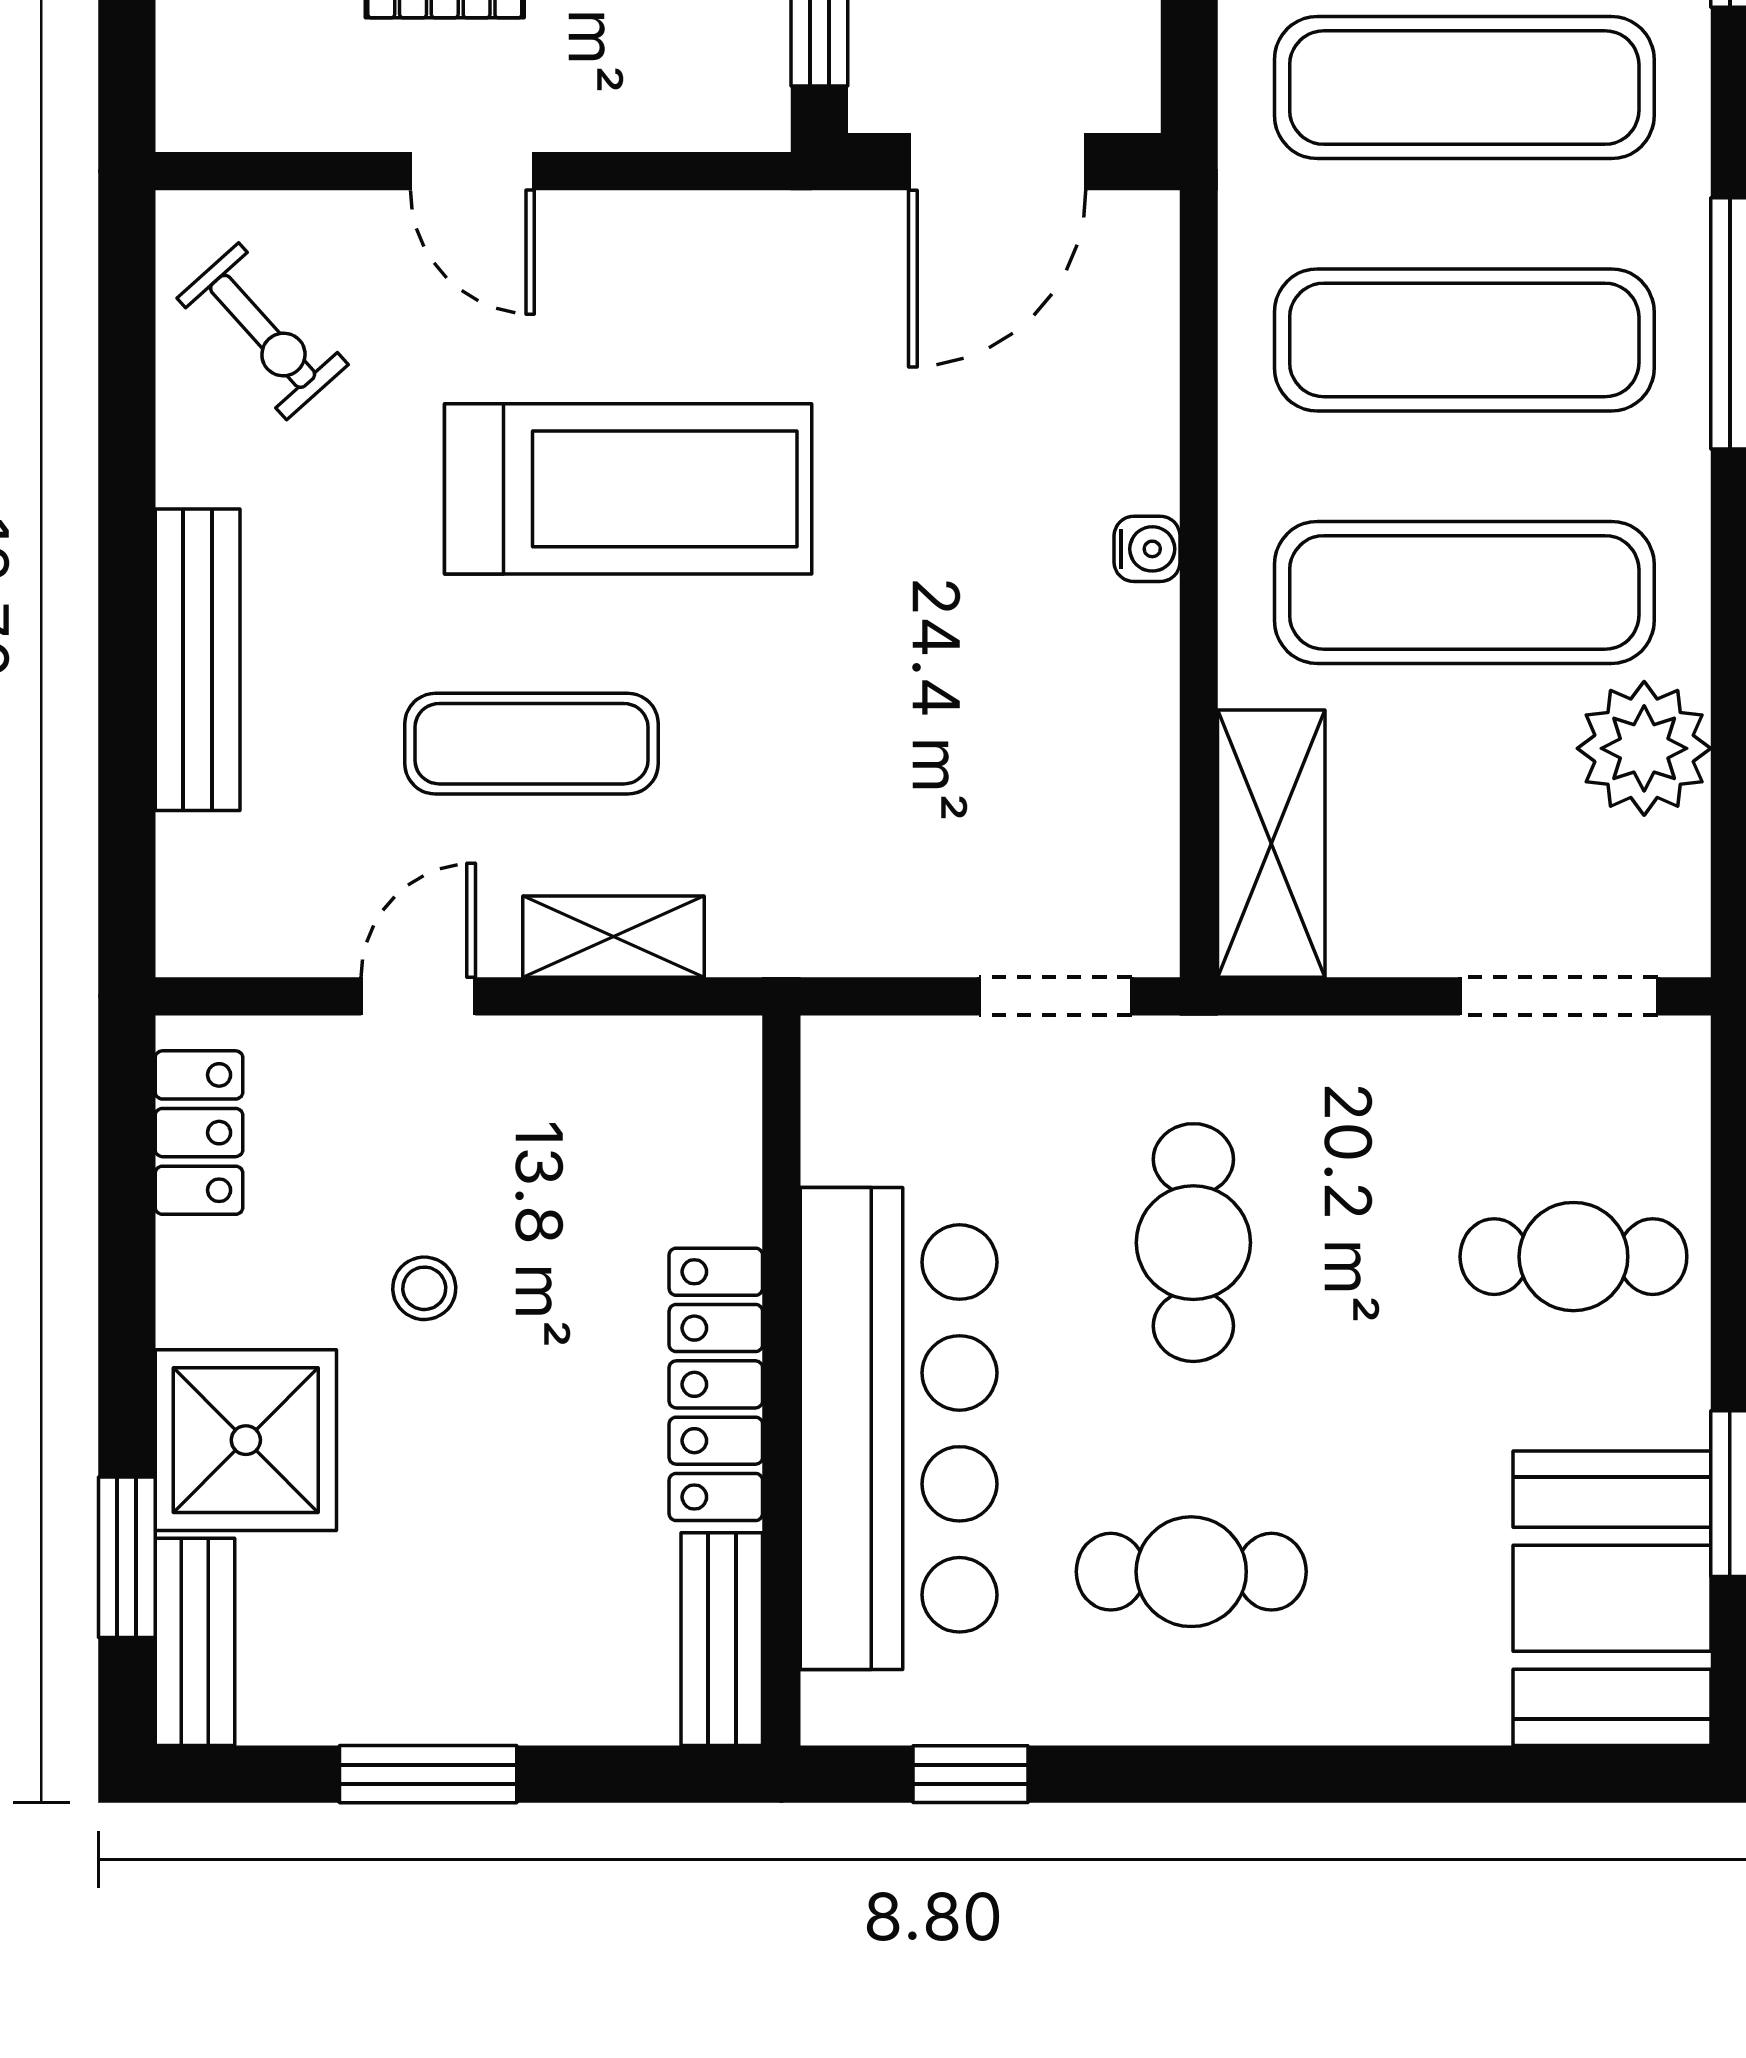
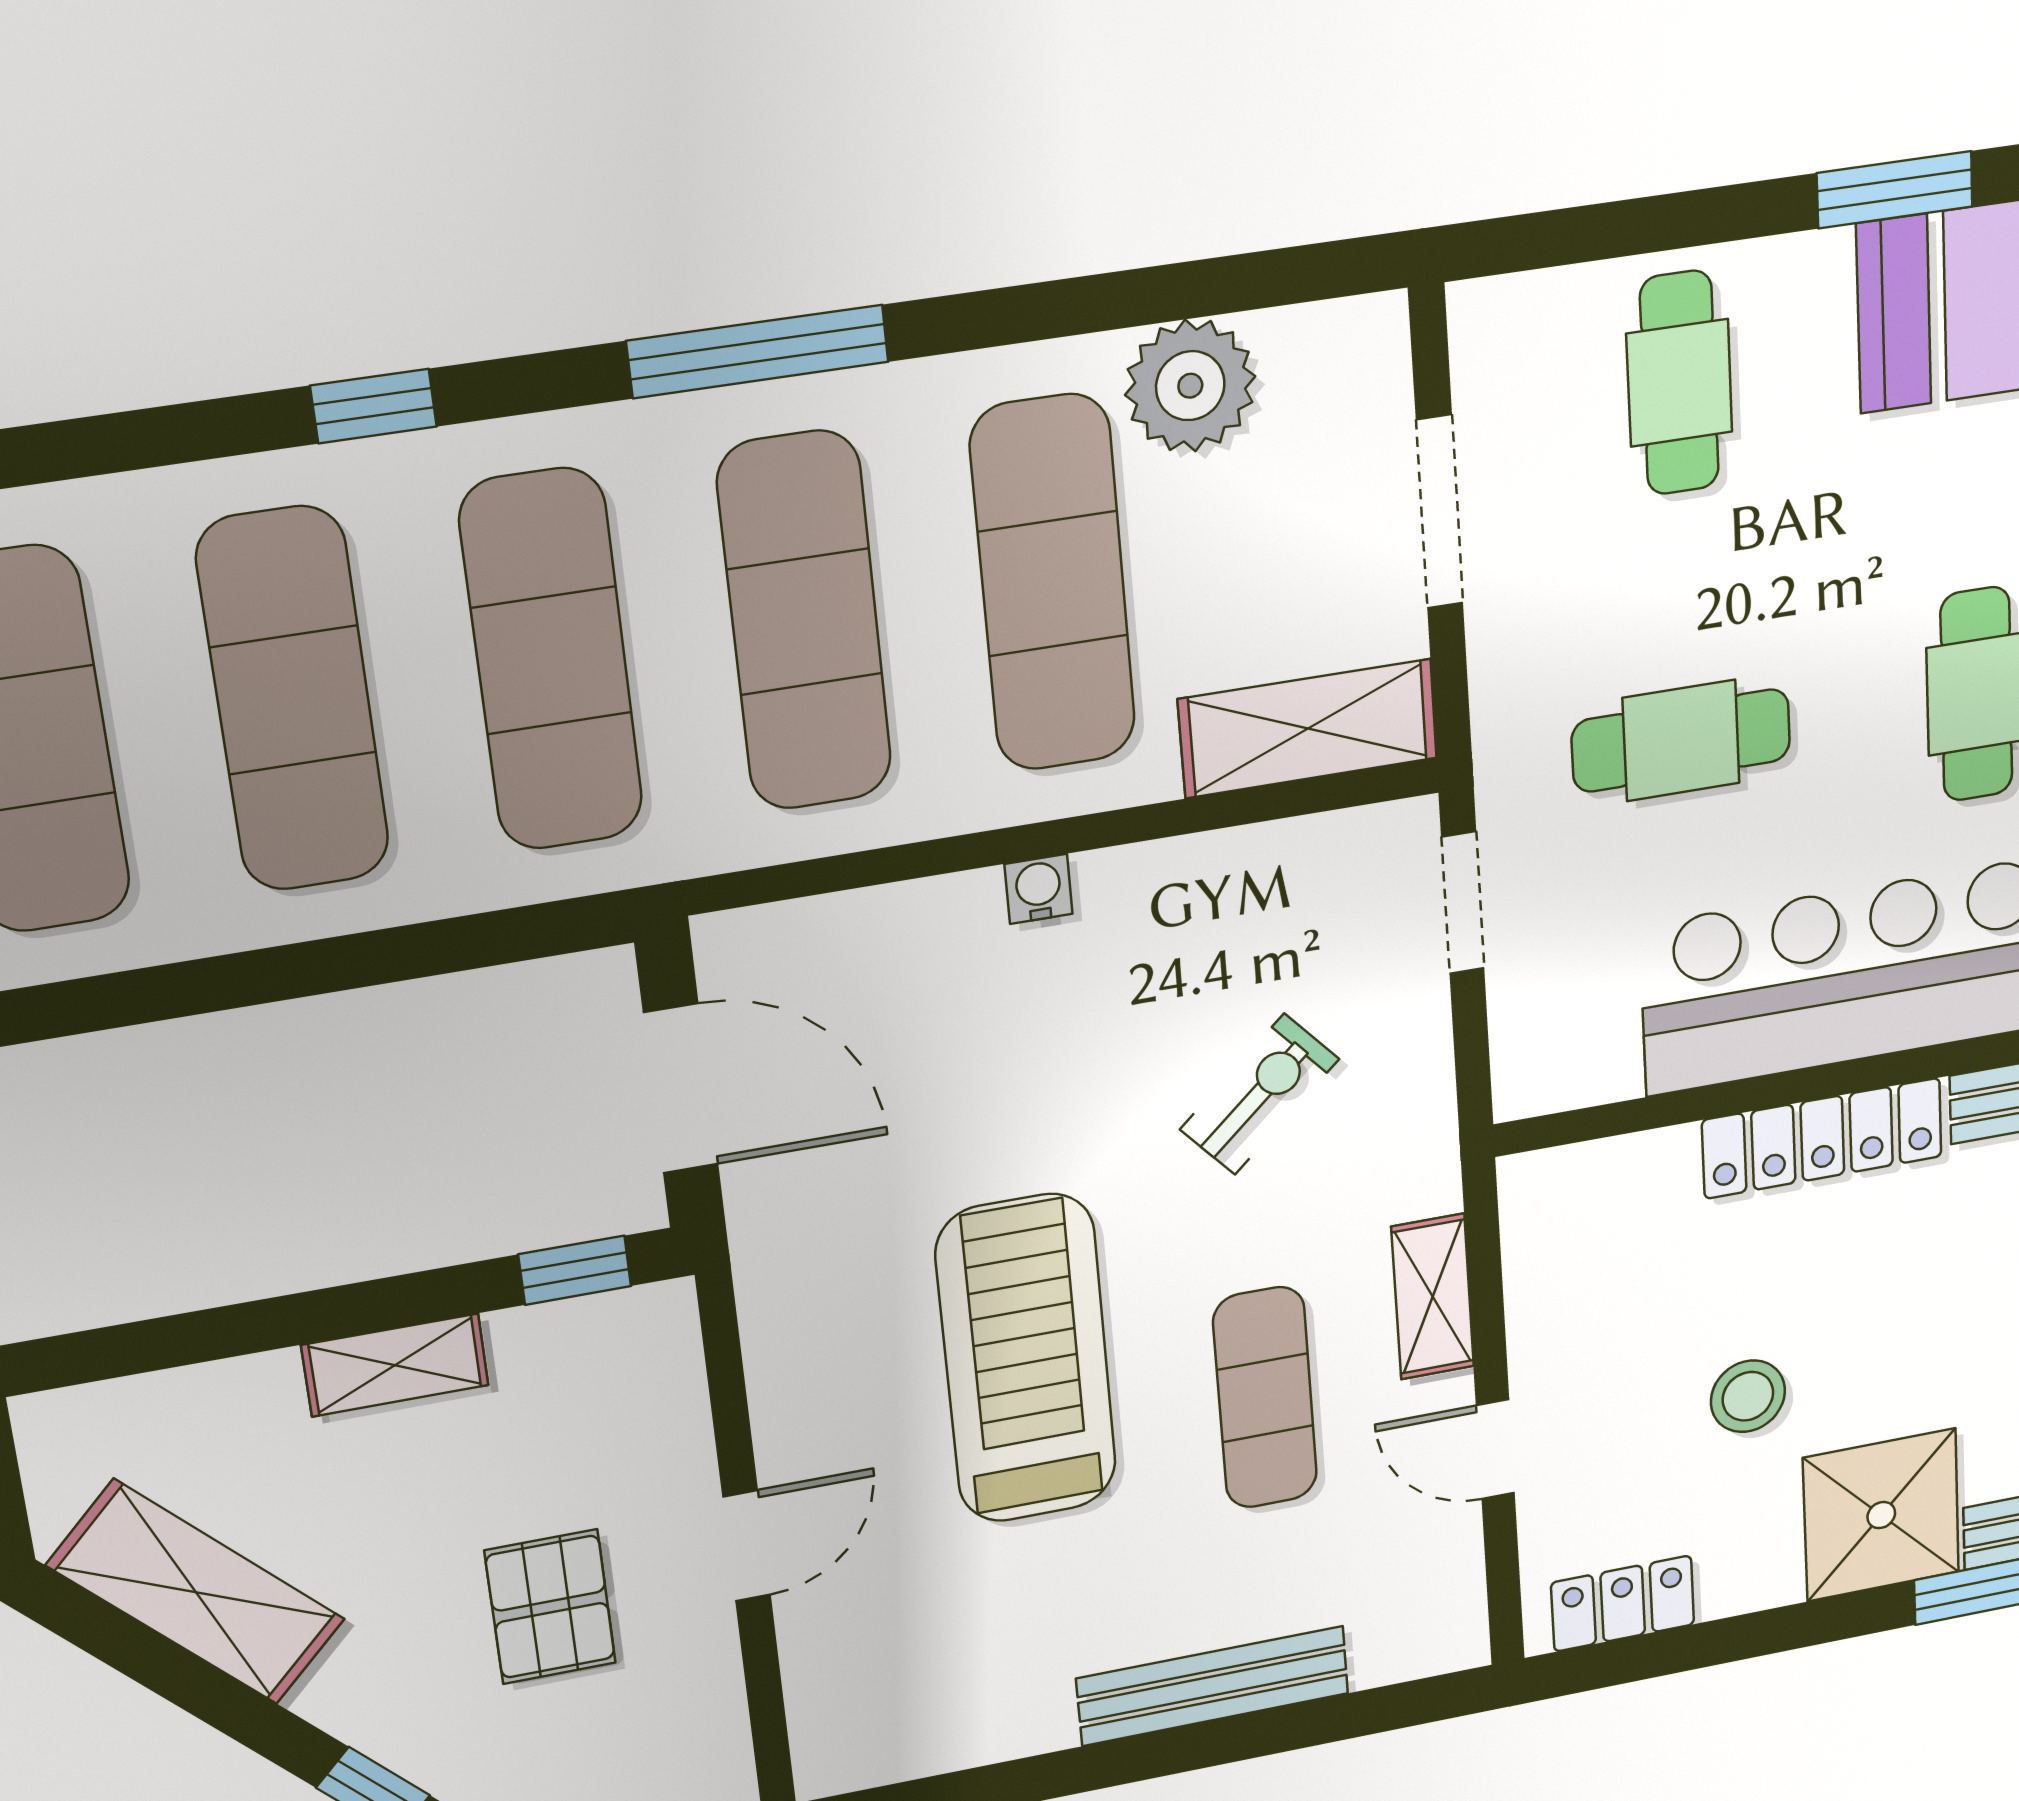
exercise bike: (263, 331) -> (1260, 1094), moved
doorway: (1559, 996) -> (1440, 512), moved
stool: (424, 1288) -> (1748, 1396), width x1.37, depth x1.37

